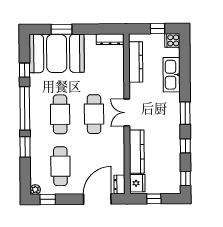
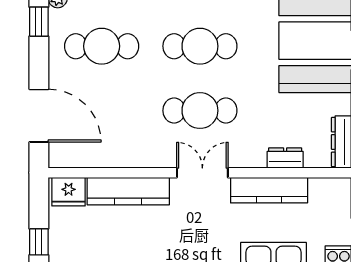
kitchen counter: (136, 62) -> (269, 190), moved
dresser: (120, 185) -> (285, 158), moved
window: (154, 199) -> (39, 242), moved

